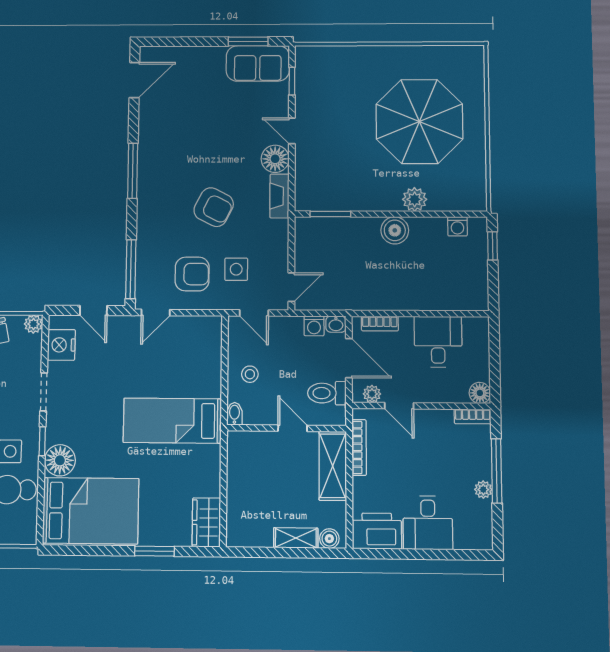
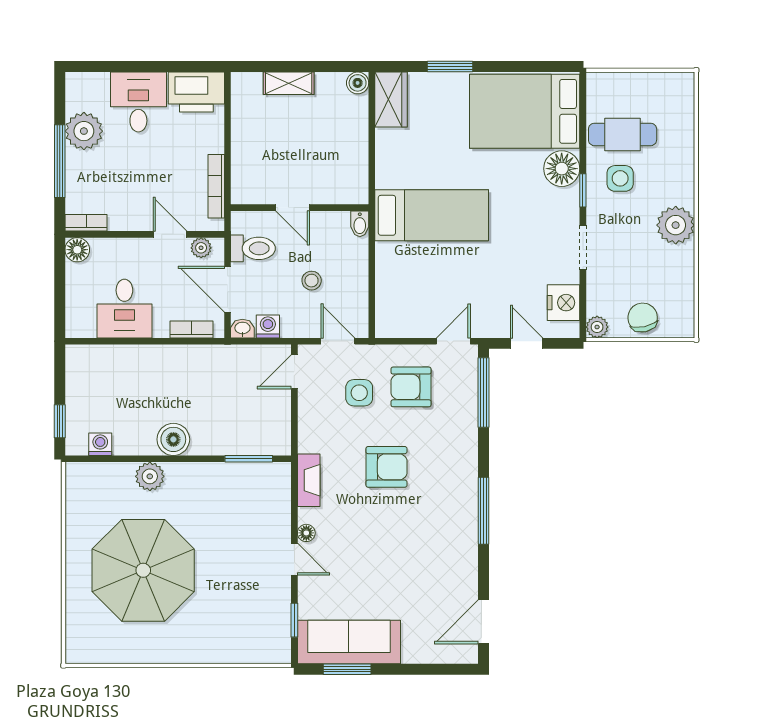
sofa: (258, 63) -> (349, 642), width x1.36
floor lamp: (275, 159) -> (306, 533), width x0.53, depth x0.53
armchair: (214, 207) -> (386, 467), turned 153
stool: (250, 374) -> (312, 281), moved
shelving: (333, 466) -> (246, 165), removed
plant: (483, 490) -> (84, 131), width x1.88, depth x1.88
boiler: (329, 539) -> (358, 83), moved

